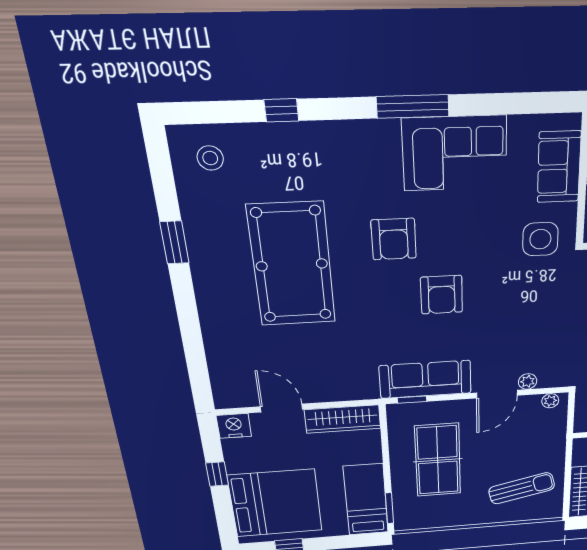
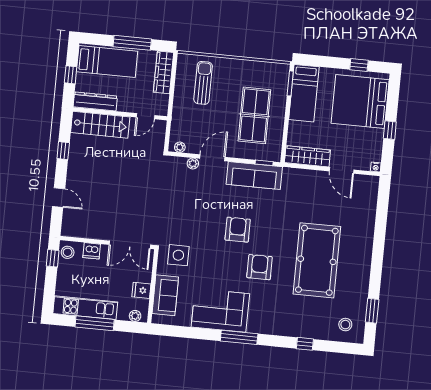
window: (174, 242) -> (372, 311), moved
nightstand: (234, 426) -> (376, 167), width x0.53, depth x0.56
sun lounger: (522, 488) -> (203, 83), turned 103

